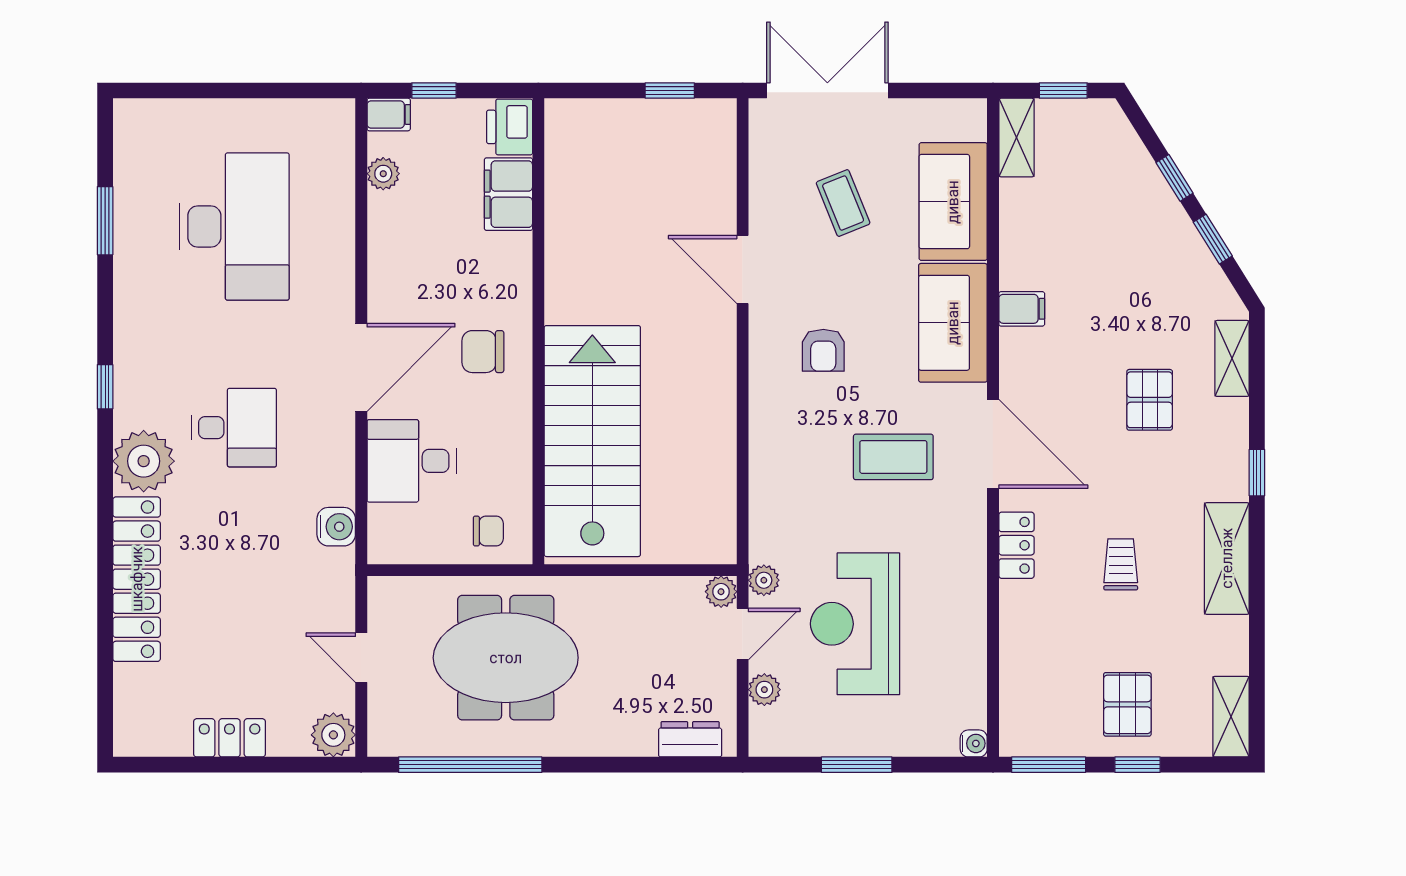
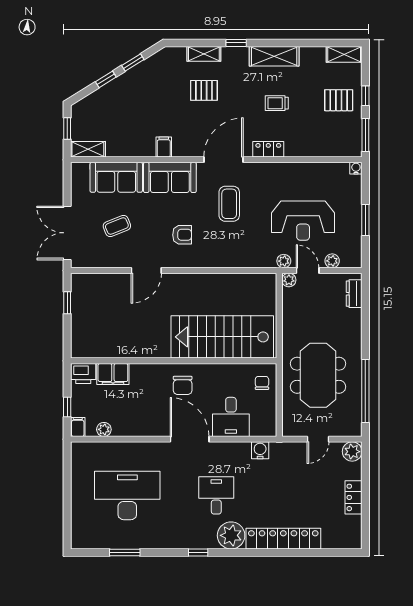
shelving: (1232, 358) -> (204, 54), moved

